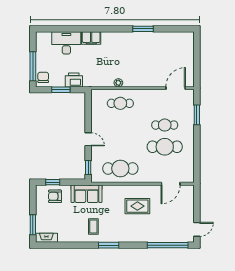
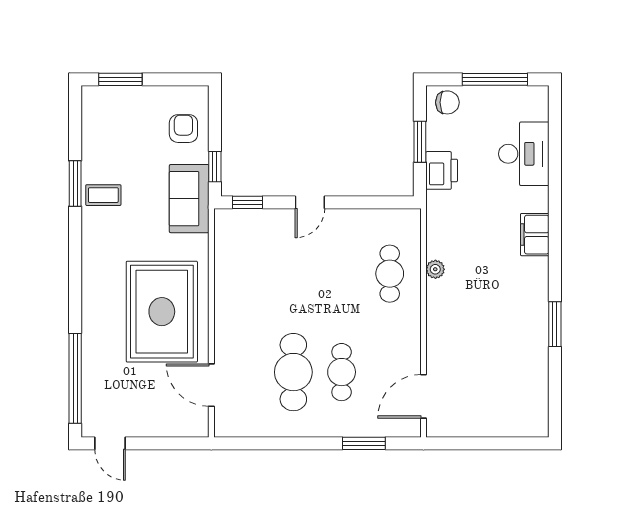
filing cabinet: (91, 38) -> (535, 235), moved
window: (33, 66) -> (495, 79), moved
door: (176, 88) -> (423, 396), swing flipped
cafe table: (120, 168) -> (245, 274), removed
window: (53, 182) -> (215, 167), moved
rug: (137, 206) -> (162, 312), width x1.86, depth x2.06
coffee table: (93, 226) -> (103, 195), moved
fireplace: (46, 238) -> (91, 110), removed
window: (109, 245) -> (75, 184), moved

